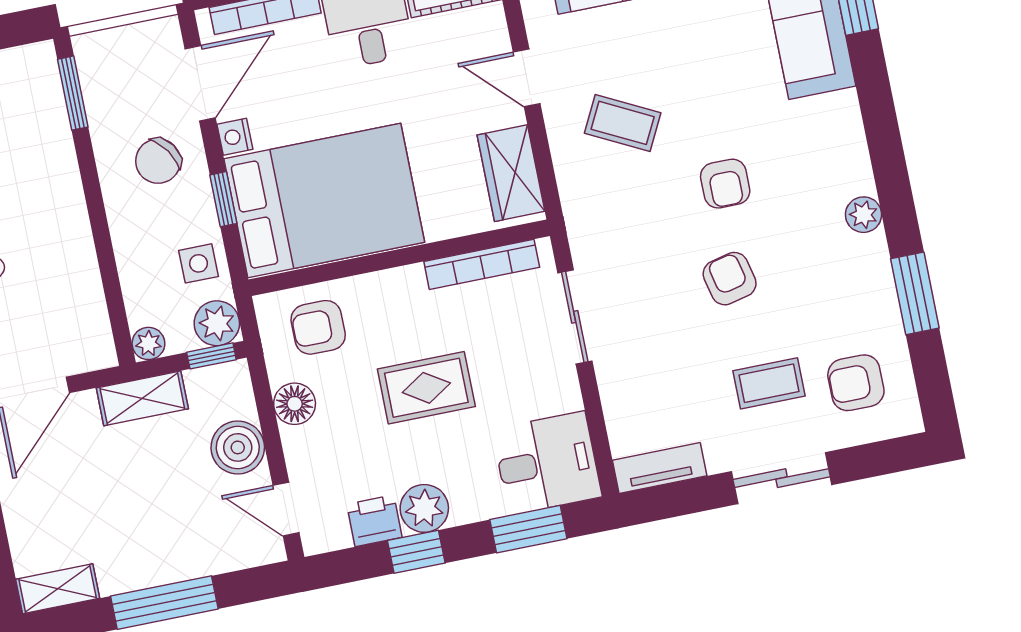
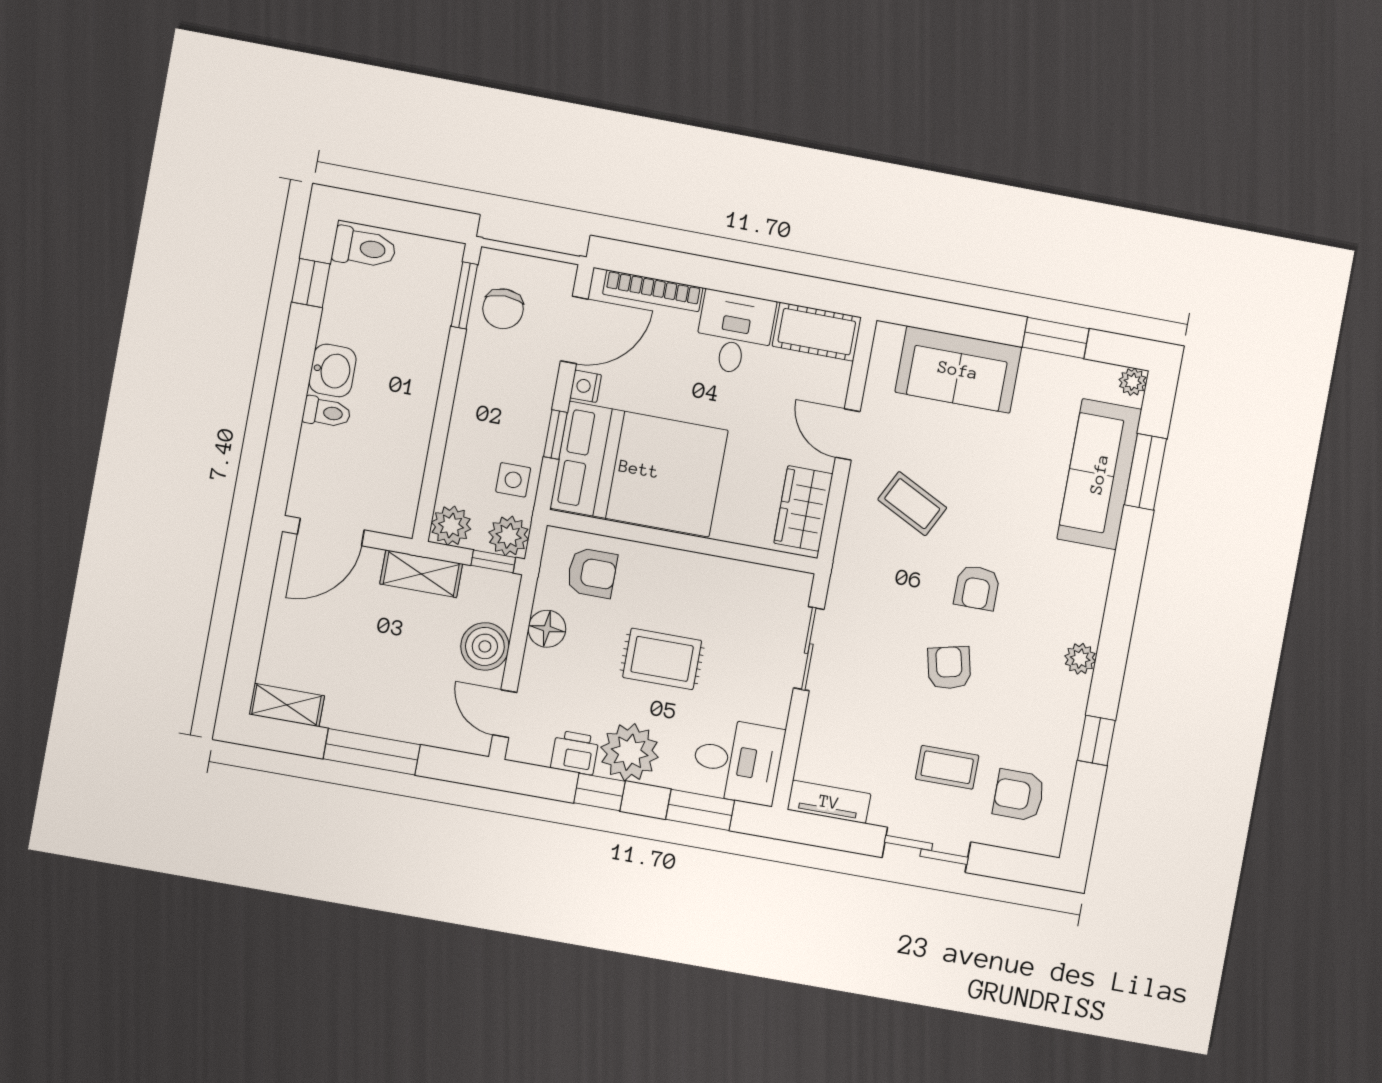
chair: (158, 161) -> (503, 309), moved, turned -56
bookcase: (482, 264) -> (749, 575), removed
window: (915, 293) -> (1096, 740), width x0.67
armchair: (318, 327) -> (592, 573), turned 180
plant: (148, 343) -> (451, 526), width x1.38, depth x1.38
plant: (424, 508) -> (630, 752), width x1.36, depth x1.36

